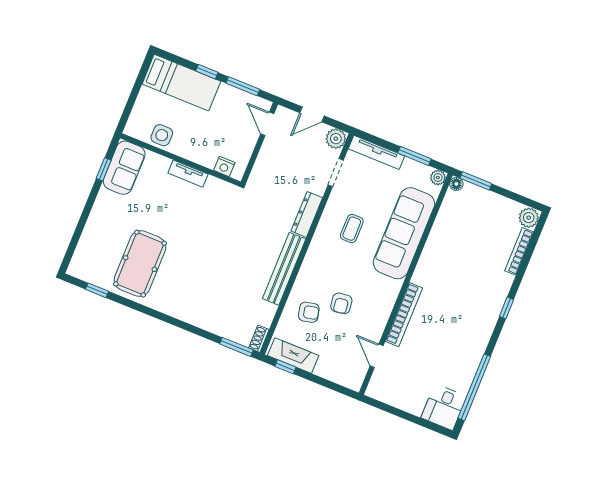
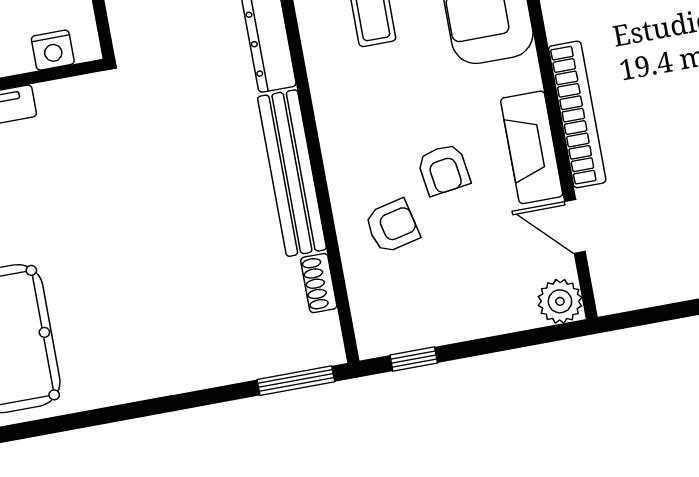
shoe rack: (259, 339) -> (319, 283), moved
fireplace: (293, 356) -> (532, 147), moved, turned -90
plant: (353, 380) -> (560, 301), added

